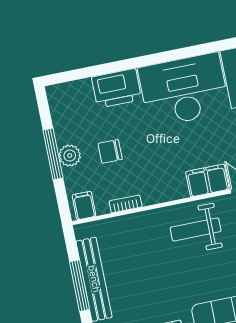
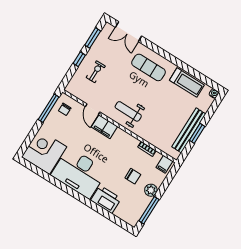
window: (53, 154) -> (149, 210), moved
weight bench: (196, 229) -> (128, 111), turned 180
window: (80, 286) -> (197, 133), width x0.69

